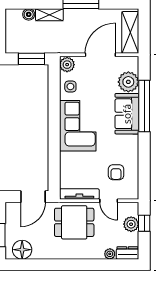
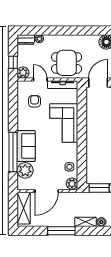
corner sofa: (78, 126) -> (64, 123), moved
plant: (131, 224) -> (23, 73), moved

